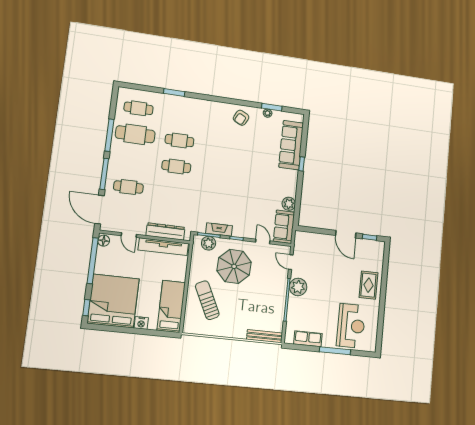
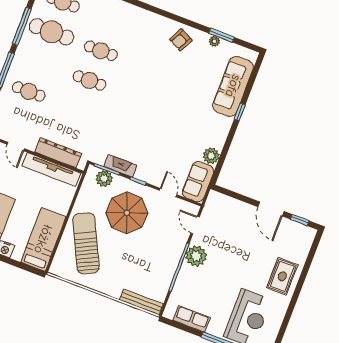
sun lounger: (207, 300) -> (86, 243), width x1.36, depth x1.34

